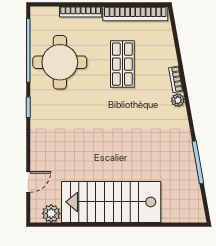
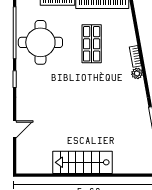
door: (28, 182) -> (15, 129), moved
stairs: (111, 202) -> (82, 162), width x0.73, depth x0.66
plant: (51, 213) -> (33, 166), removed

